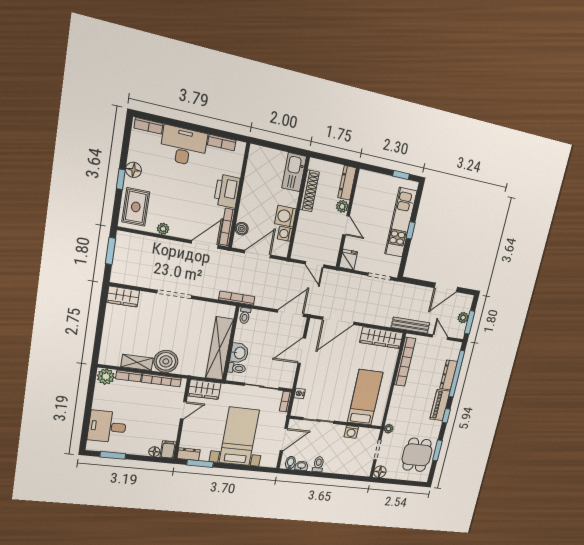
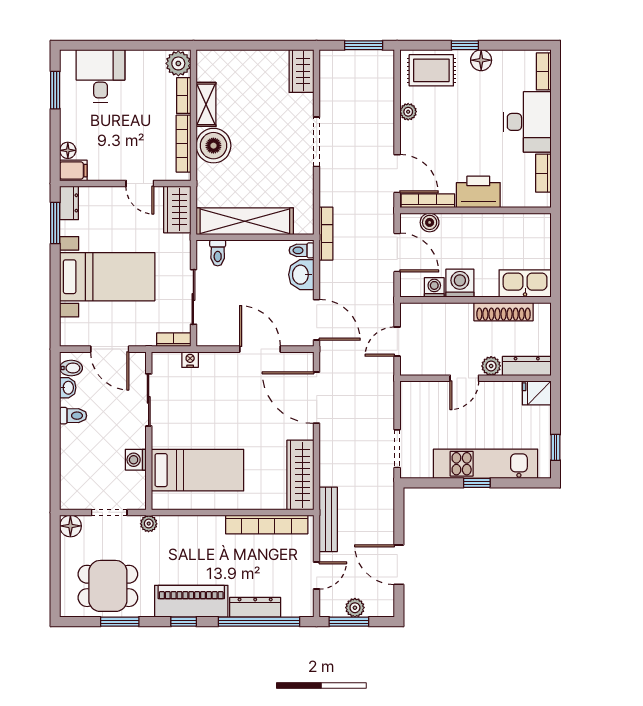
fridge: (348, 259) -> (537, 393), moved, turned 180
washbasin: (239, 353) -> (301, 275), moved, turned 90
piano: (440, 405) -> (191, 601), width x1.37, depth x1.33

